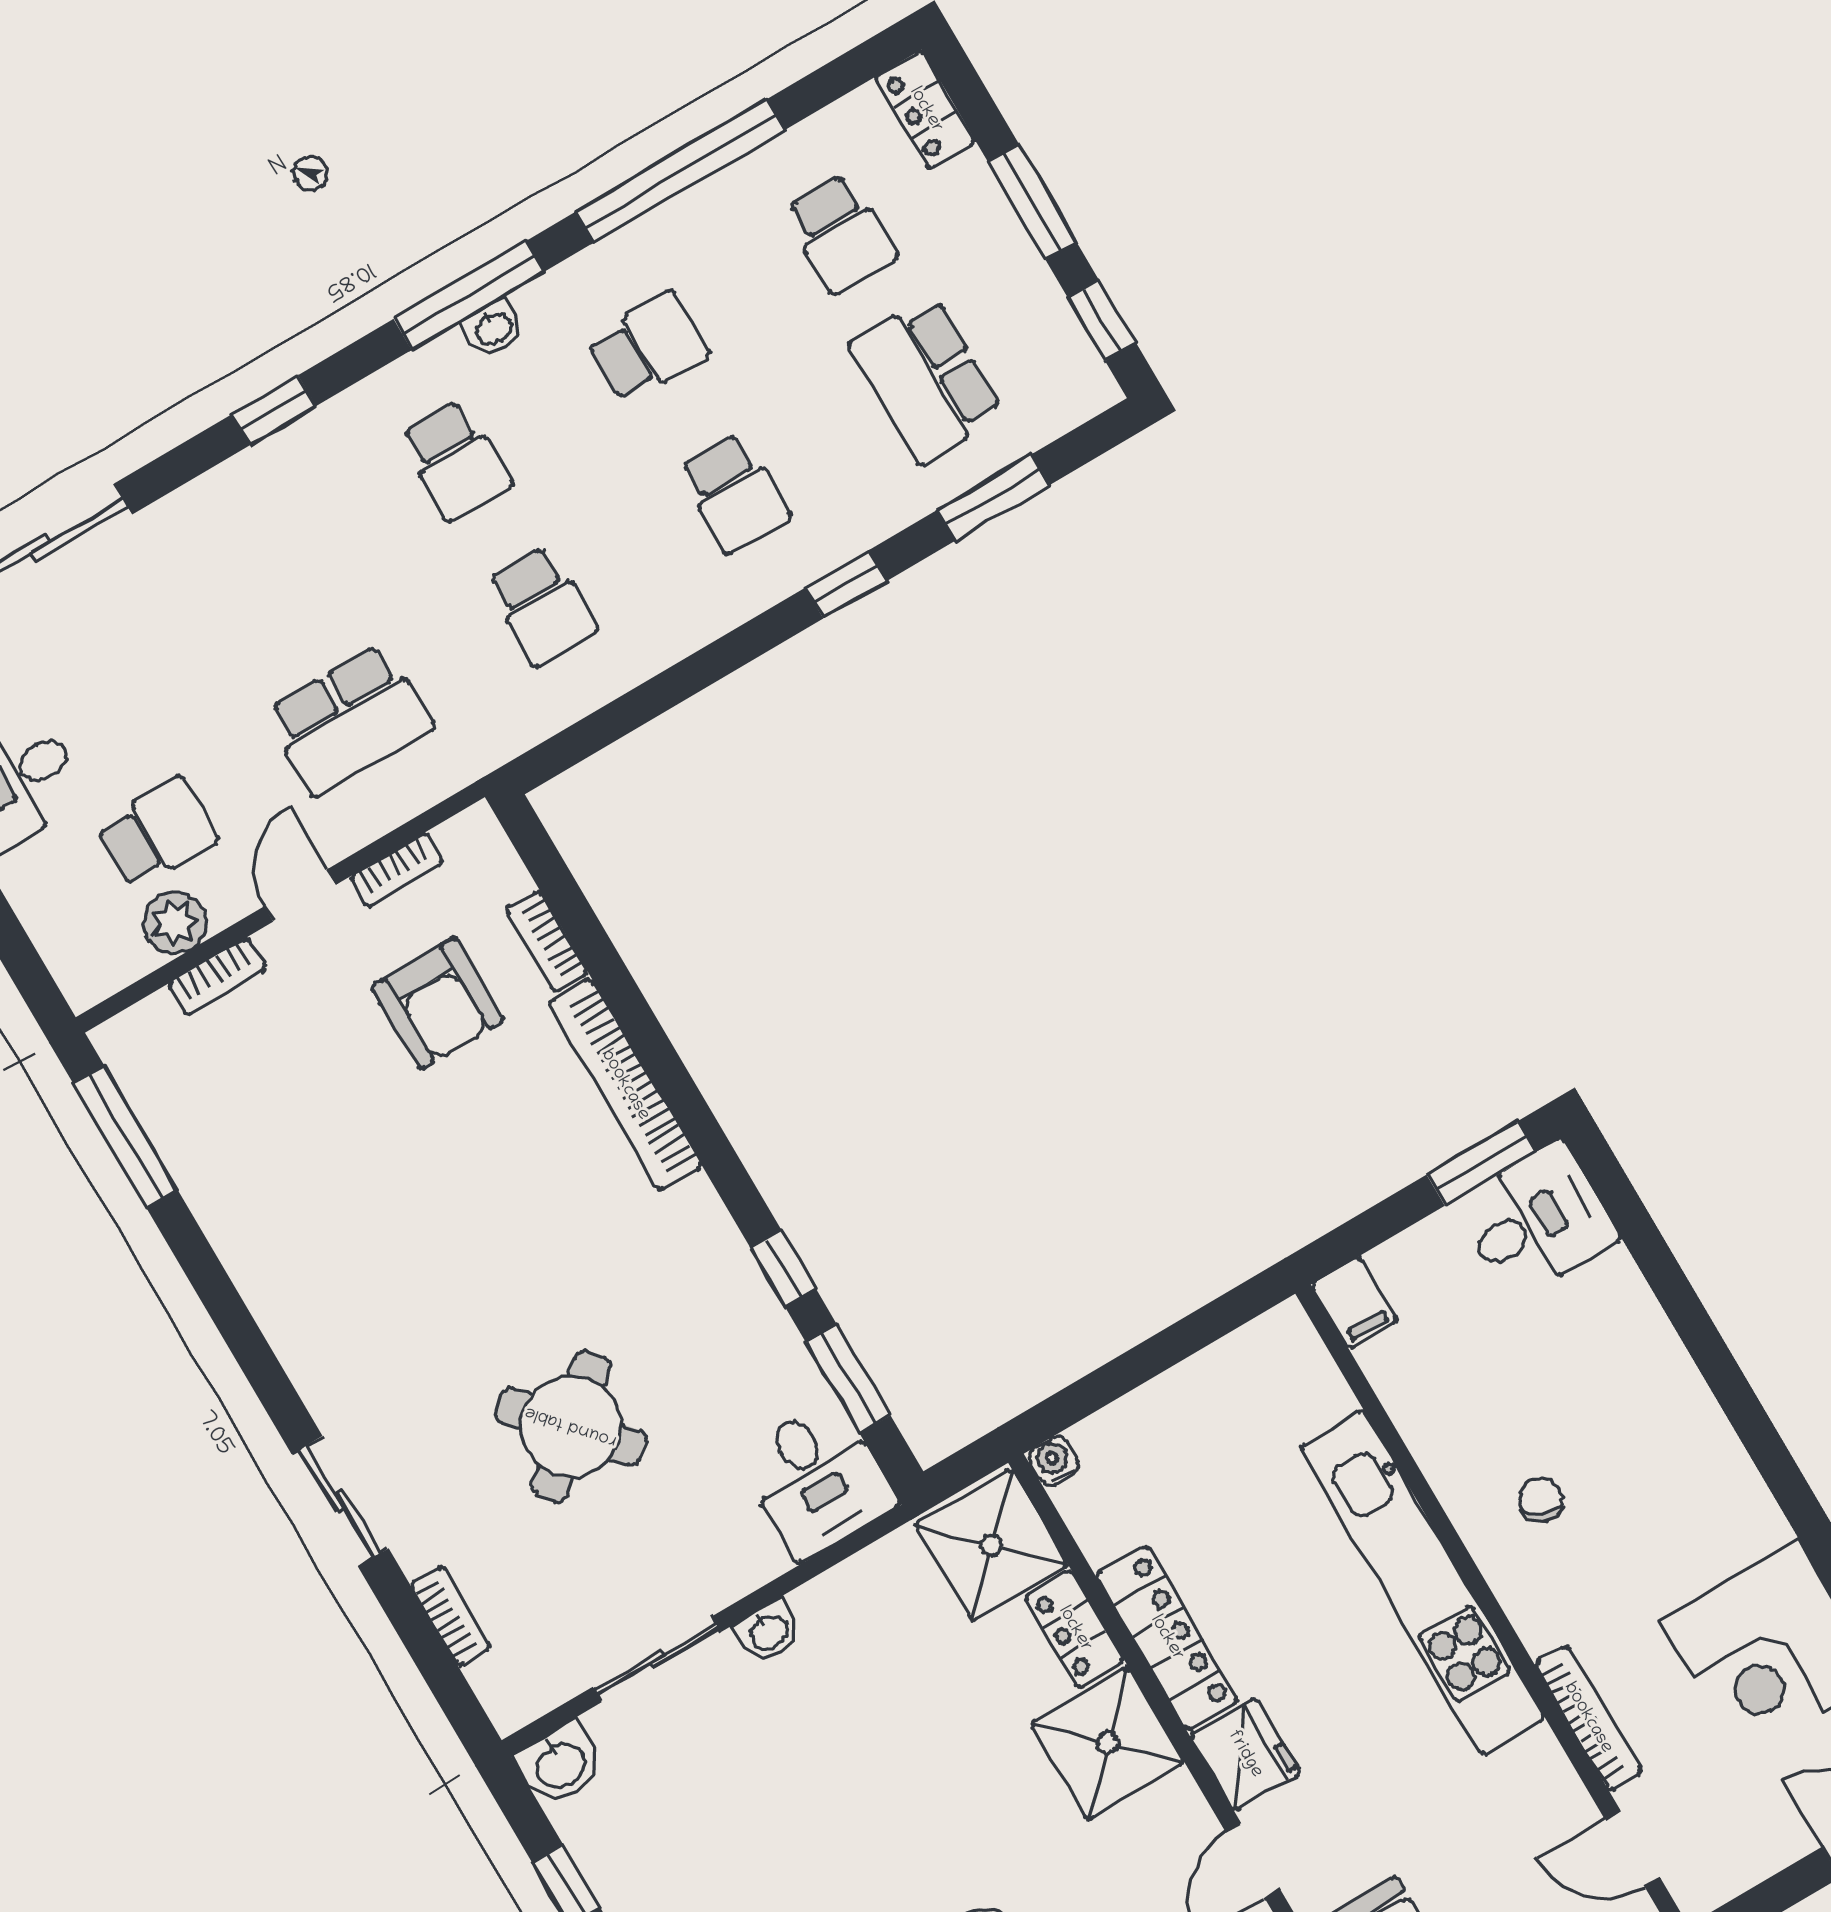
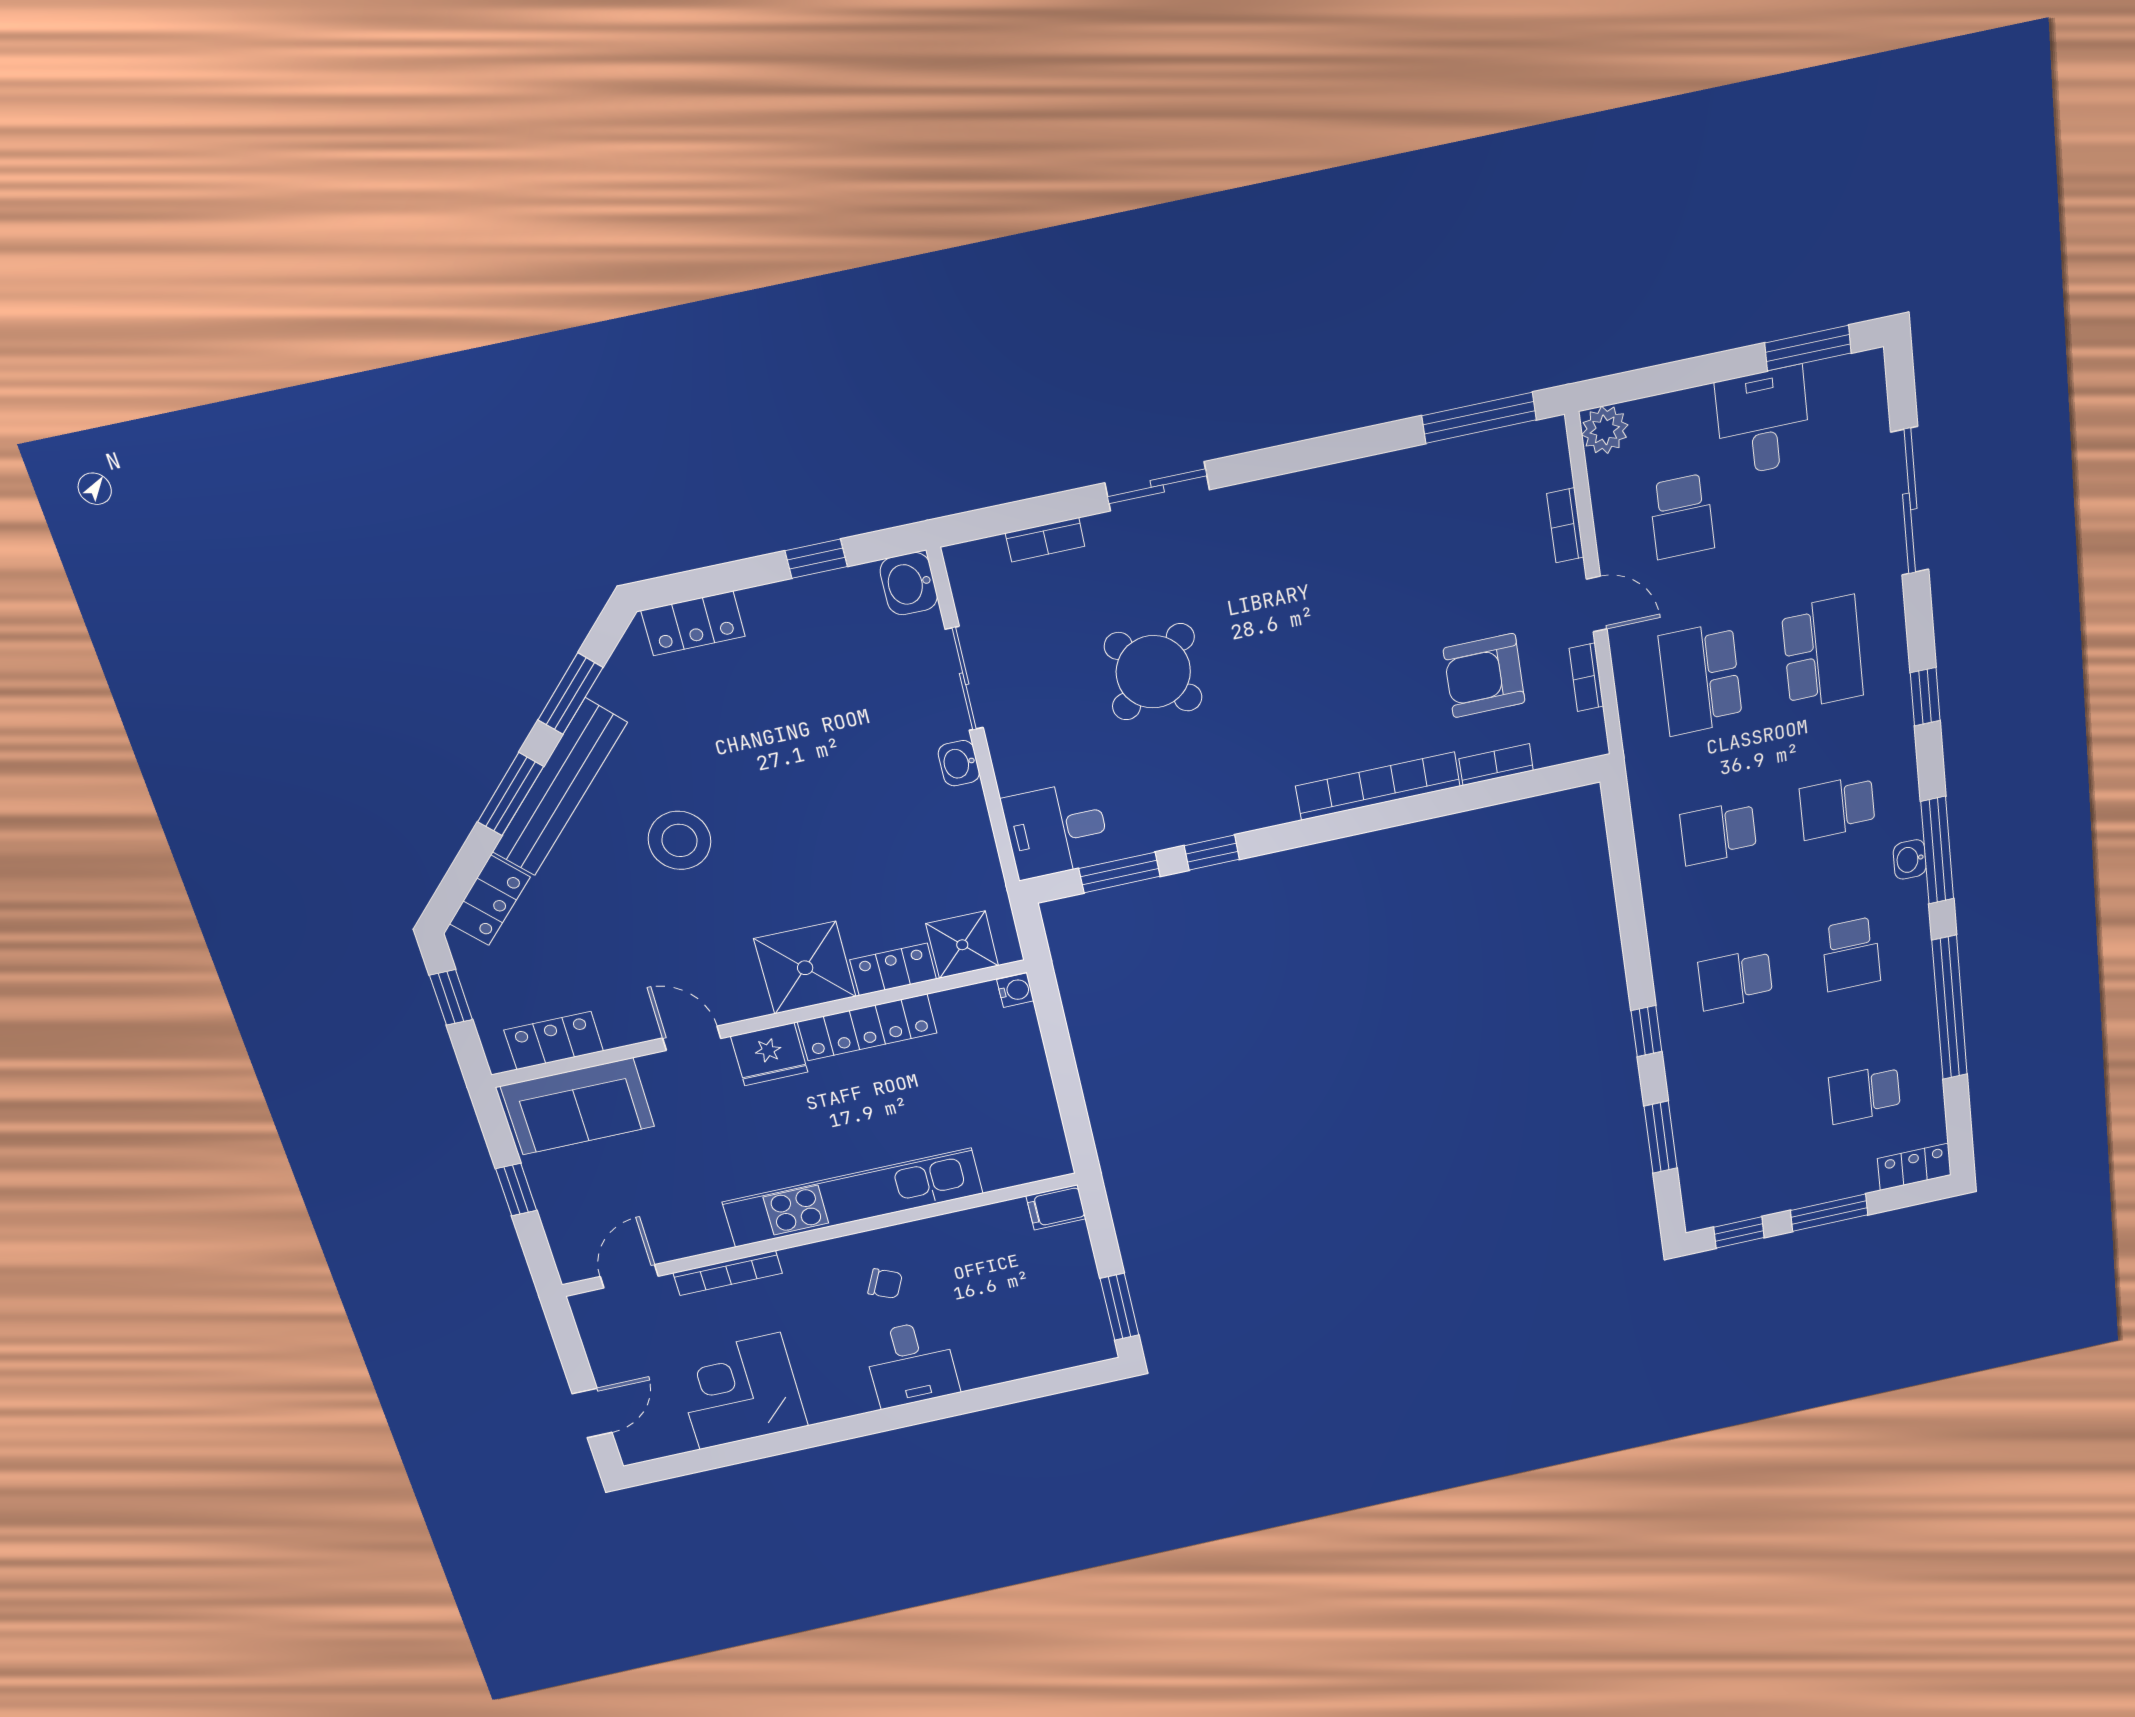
school desk: (926, 380) -> (1823, 653), moved, turned 90
plant: (175, 923) -> (1605, 430), moved
desk: (1537, 1221) -> (911, 1364), moved
shower: (991, 1545) -> (962, 945), width x0.73, depth x0.73

